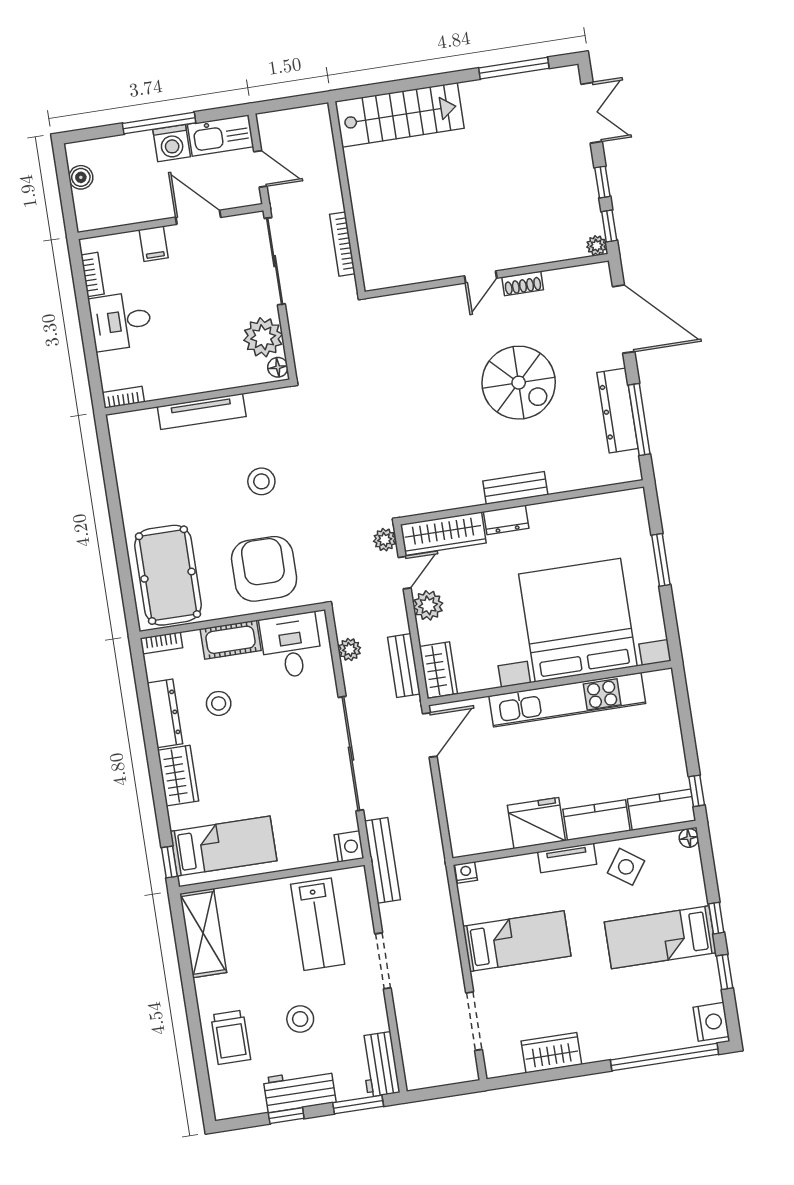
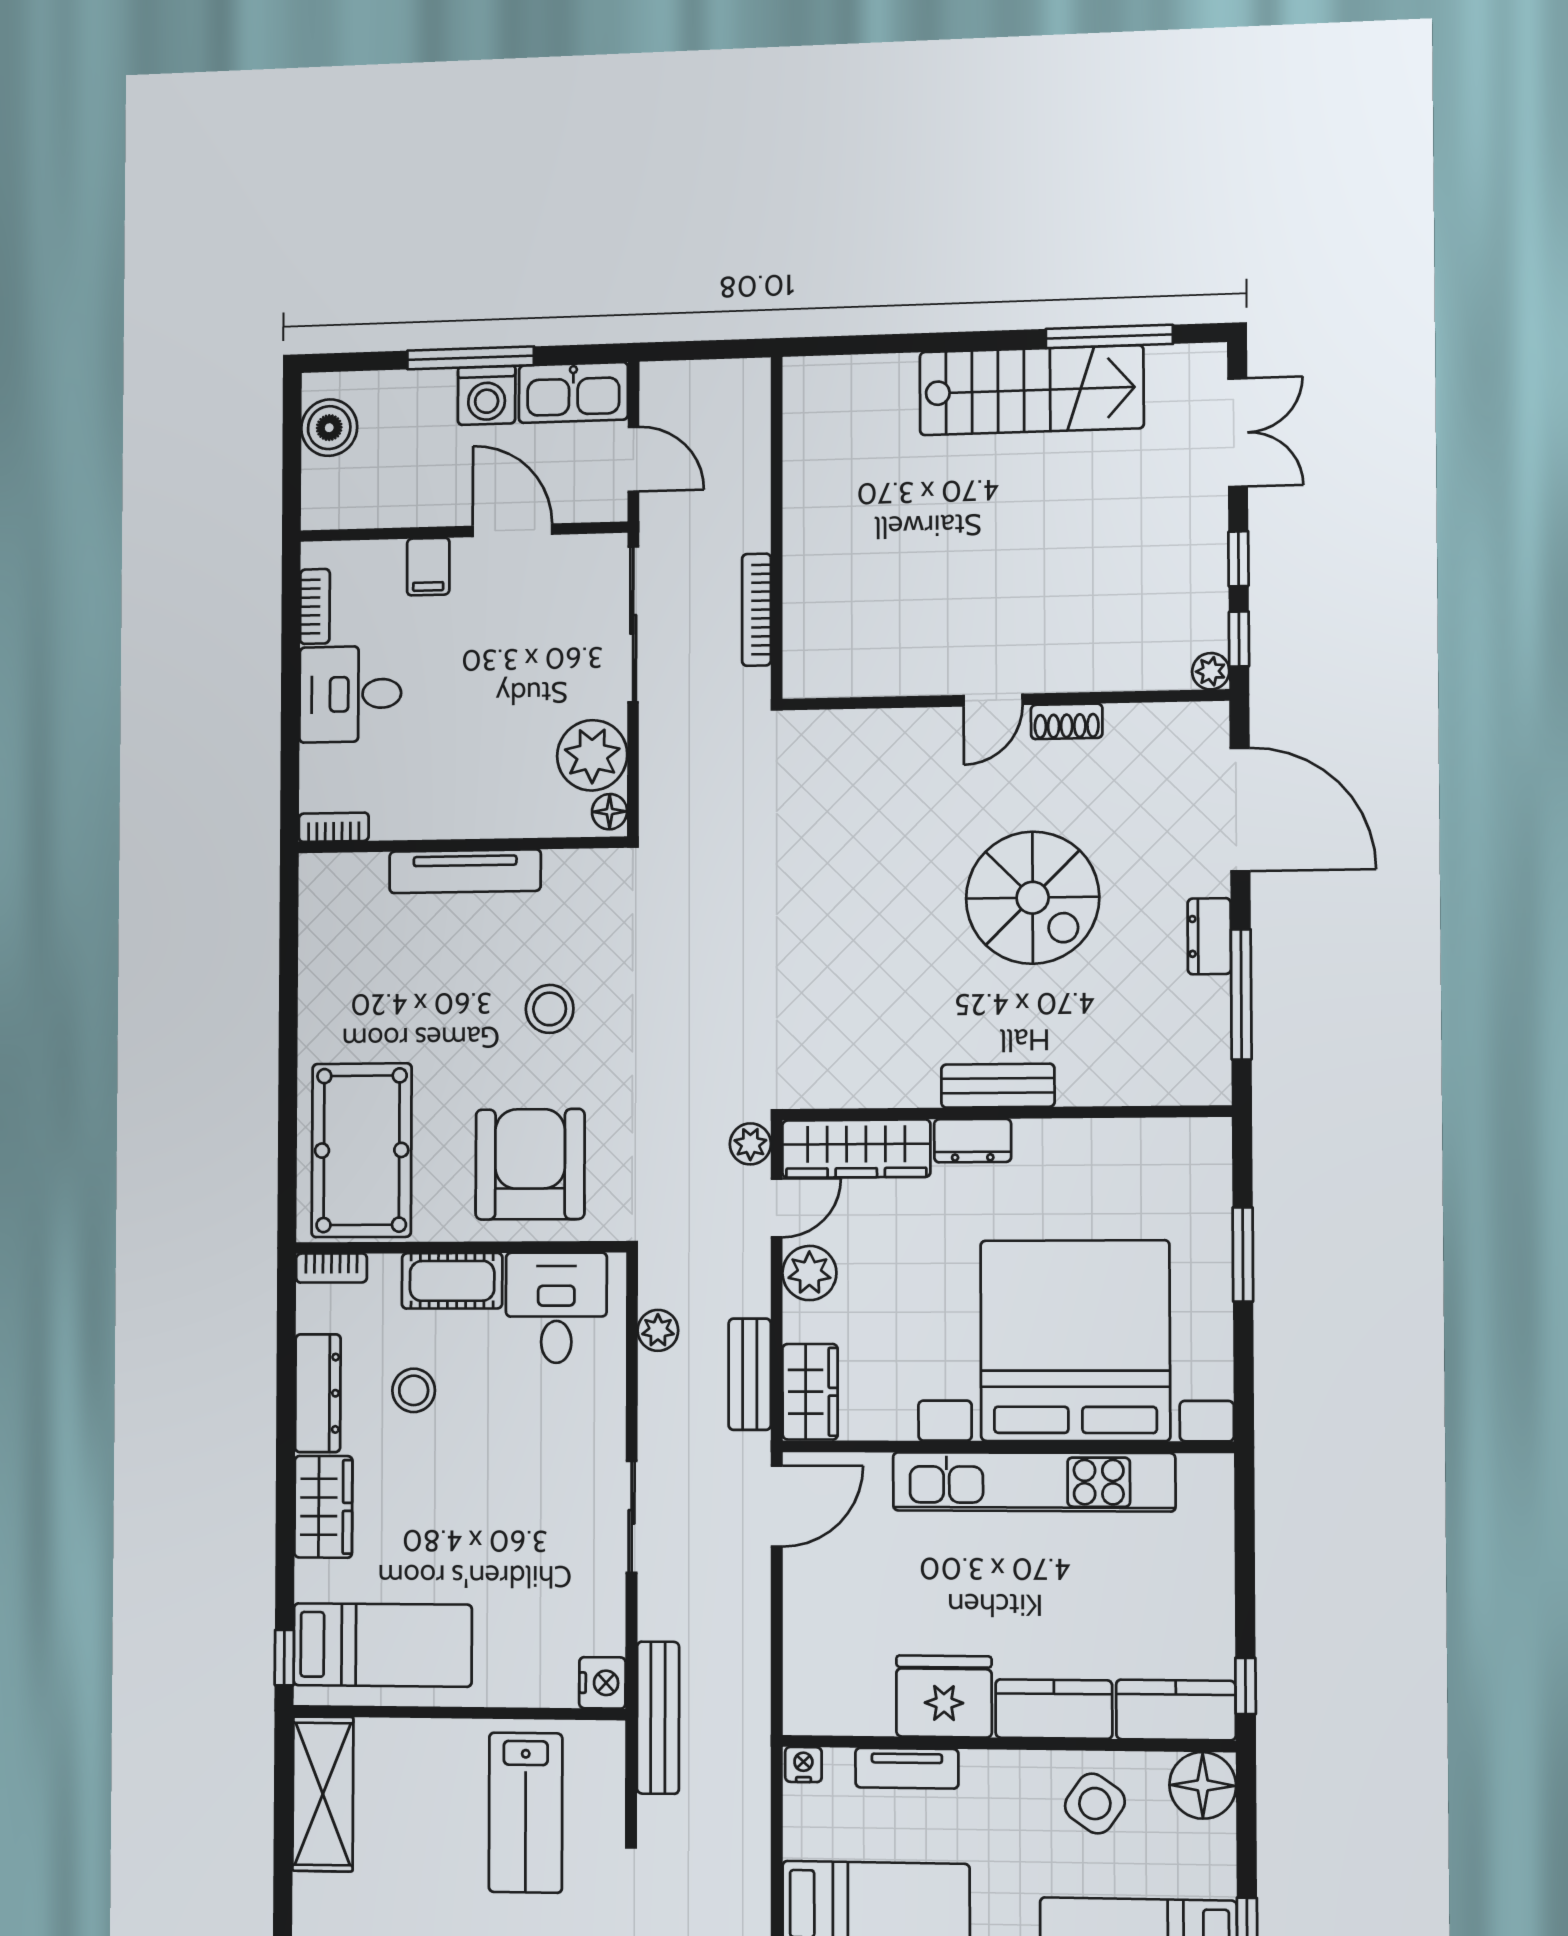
stairs: (400, 115) -> (1031, 390), moved
boiler: (81, 177) -> (329, 428), width x1.36, depth x1.36
dresser: (618, 410) -> (1209, 936), width x0.51, depth x0.80
sliding door: (351, 754) -> (632, 1517), width x0.54
floor lamp: (689, 838) -> (1203, 1785), width x1.89, depth x1.89
tv unit: (567, 858) -> (907, 1768), moved

